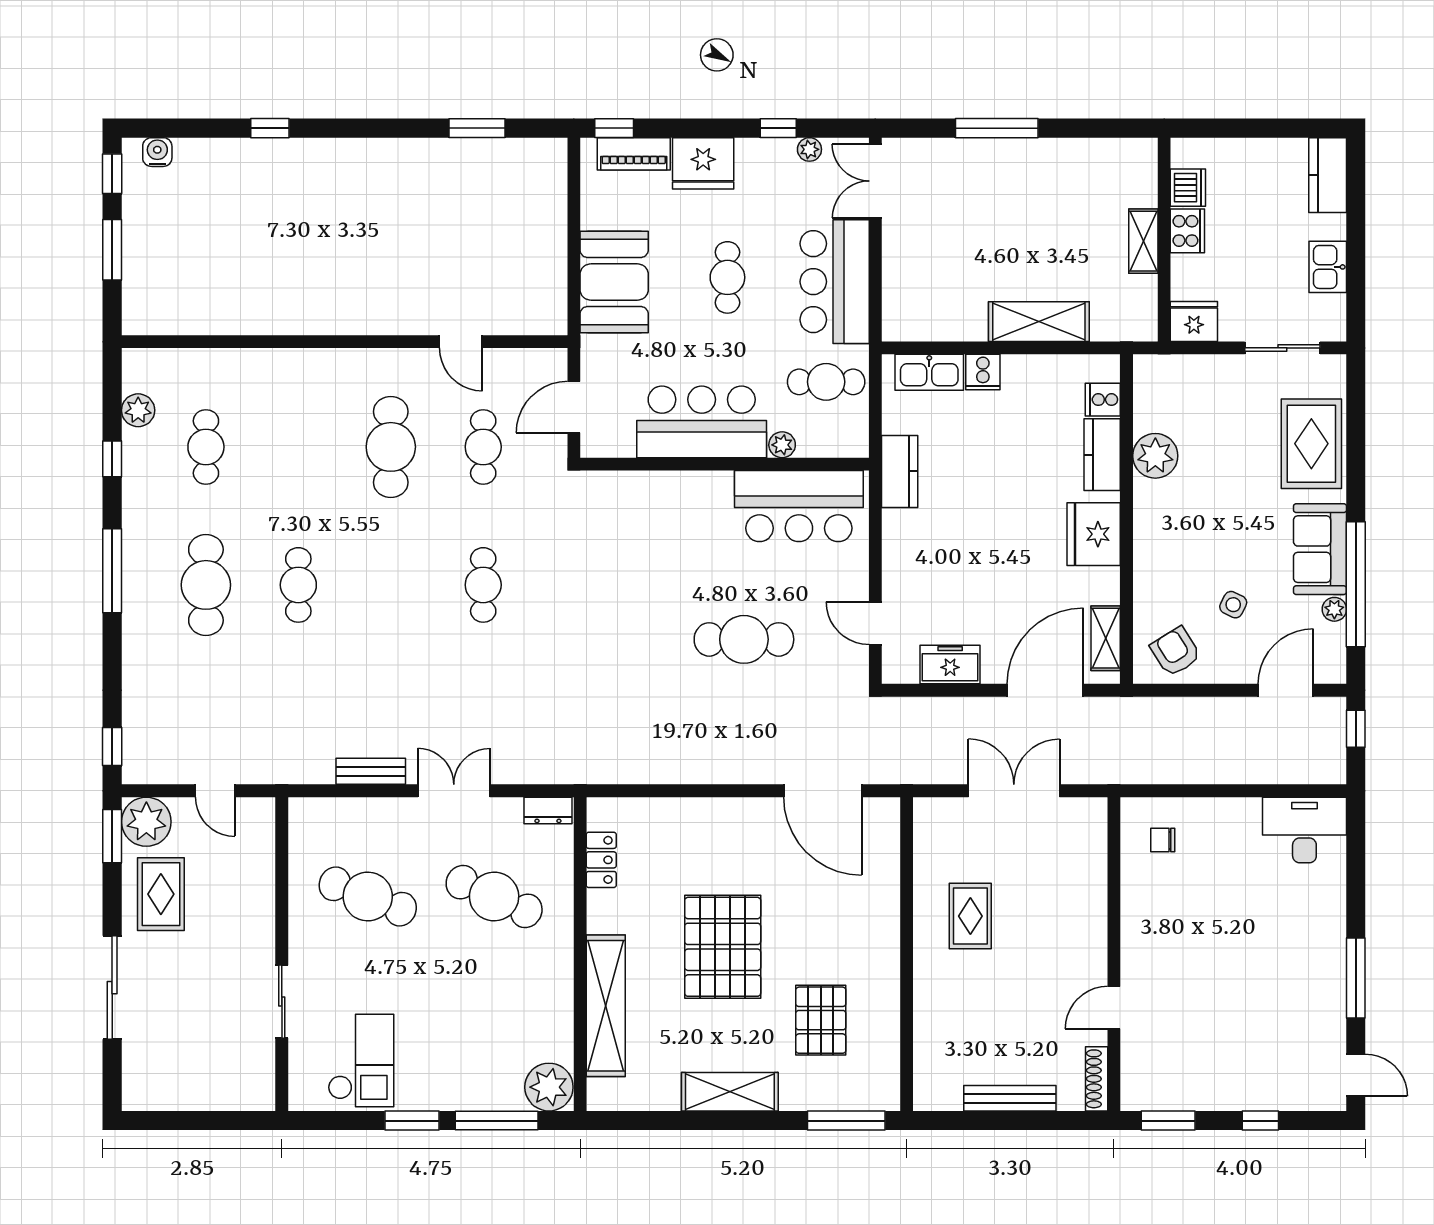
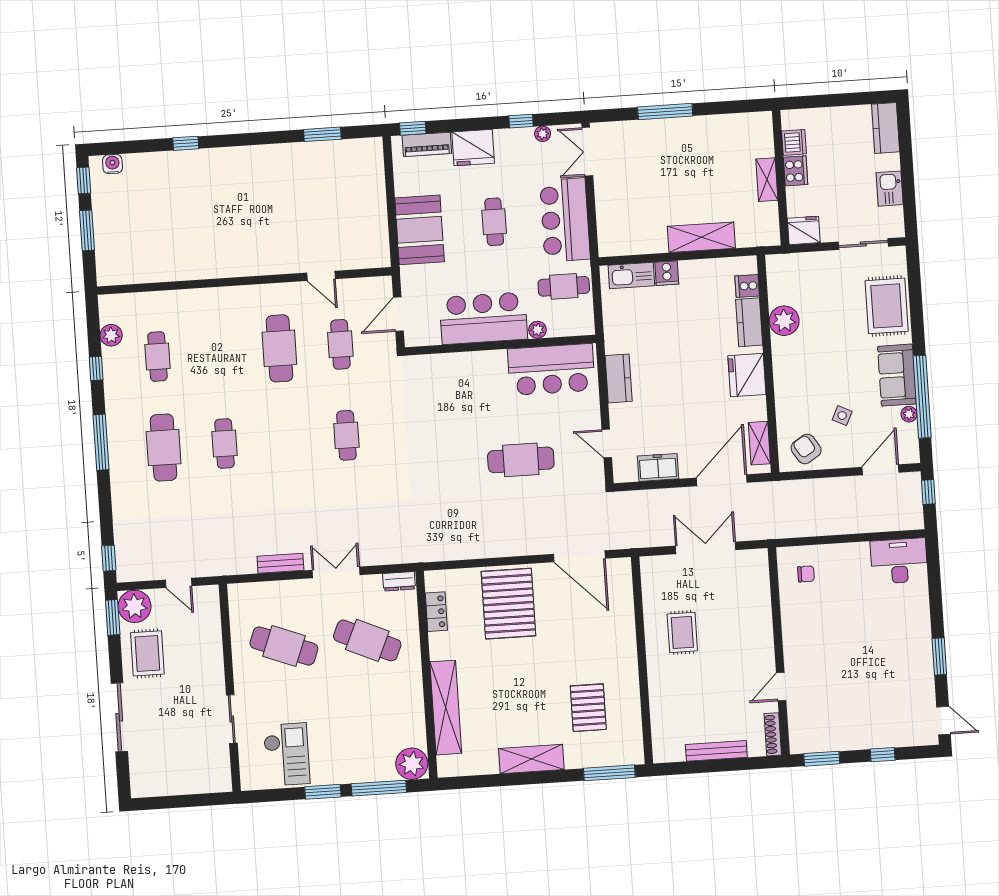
kitchen counter: (900, 471) -> (619, 378), moved
chair: (1163, 840) -> (806, 574), turned 180
pallet: (723, 947) -> (508, 604), moved
window: (1356, 978) -> (939, 656), width x0.69

